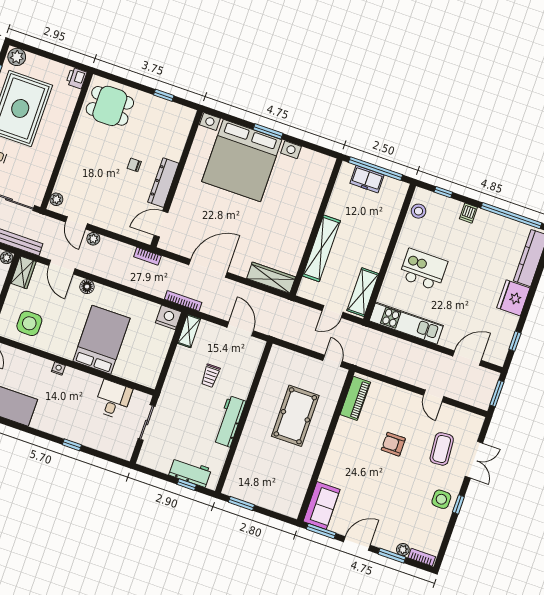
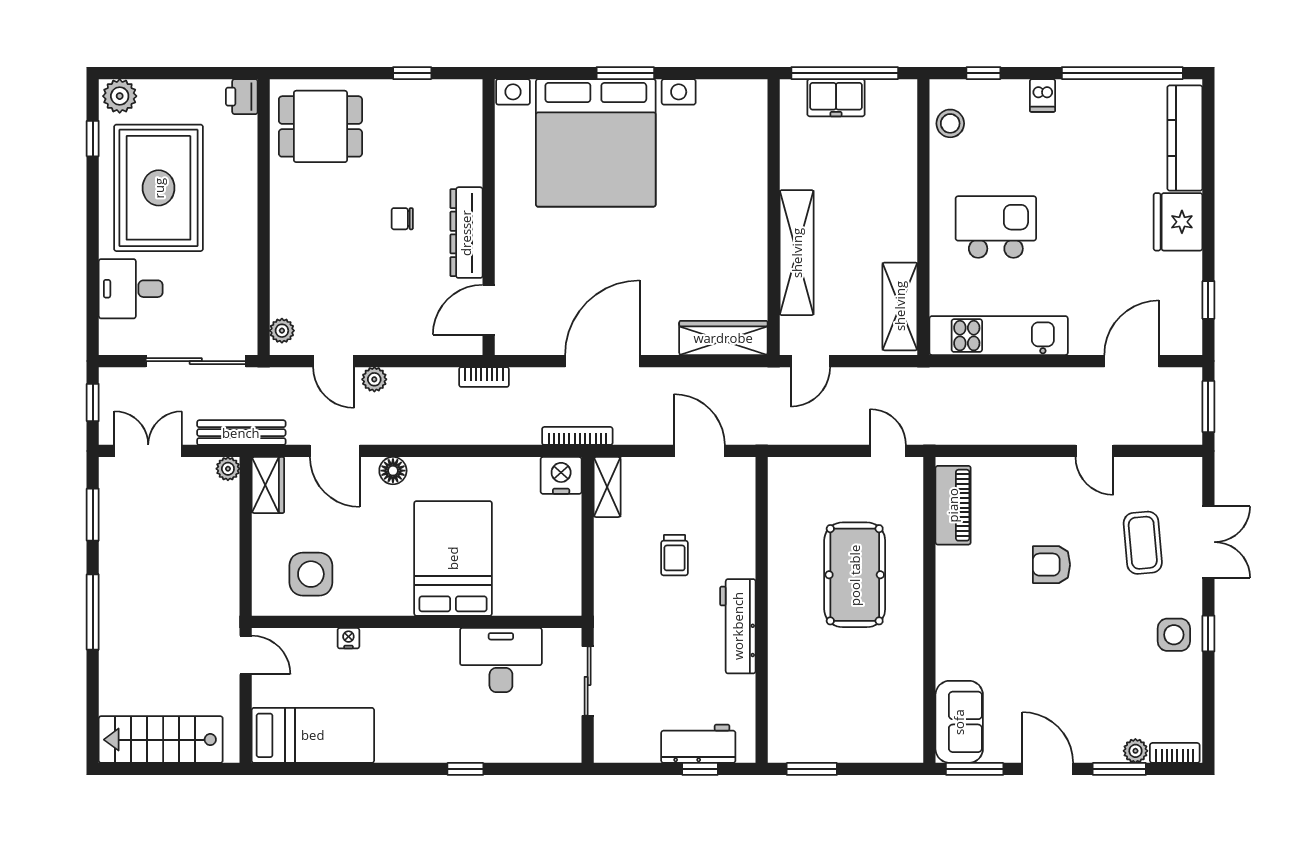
door: (333, 312) -> (810, 361), moved
nightstand: (58, 369) -> (348, 638), moved
desk: (113, 399) -> (501, 660), width x1.37
door: (357, 544) -> (1048, 769), hinge flipped

